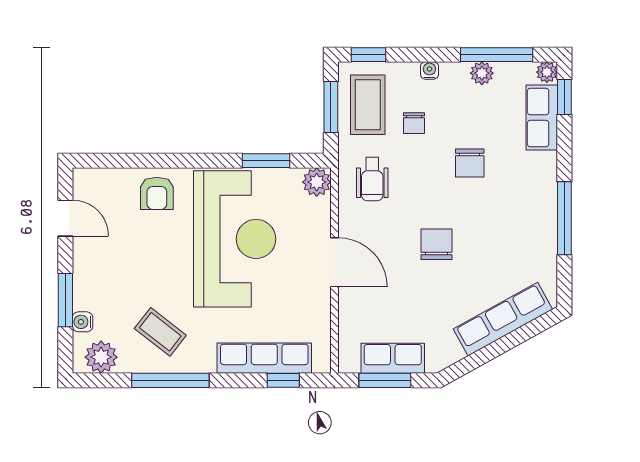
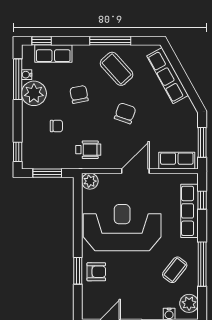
water cooler: (429, 70) -> (27, 75), moved
plant: (547, 72) -> (28, 51), removed
plant: (482, 73) -> (34, 93), width x1.88, depth x1.88
coffee table: (368, 105) -> (117, 69), moved, turned 48
window: (266, 161) -> (78, 271), moved
chair: (470, 163) -> (79, 94), turned -101
chair: (437, 244) -> (125, 113), turned 109
row of seats: (393, 358) -> (177, 161), moved, turned 90

